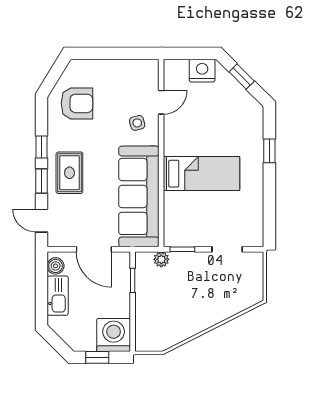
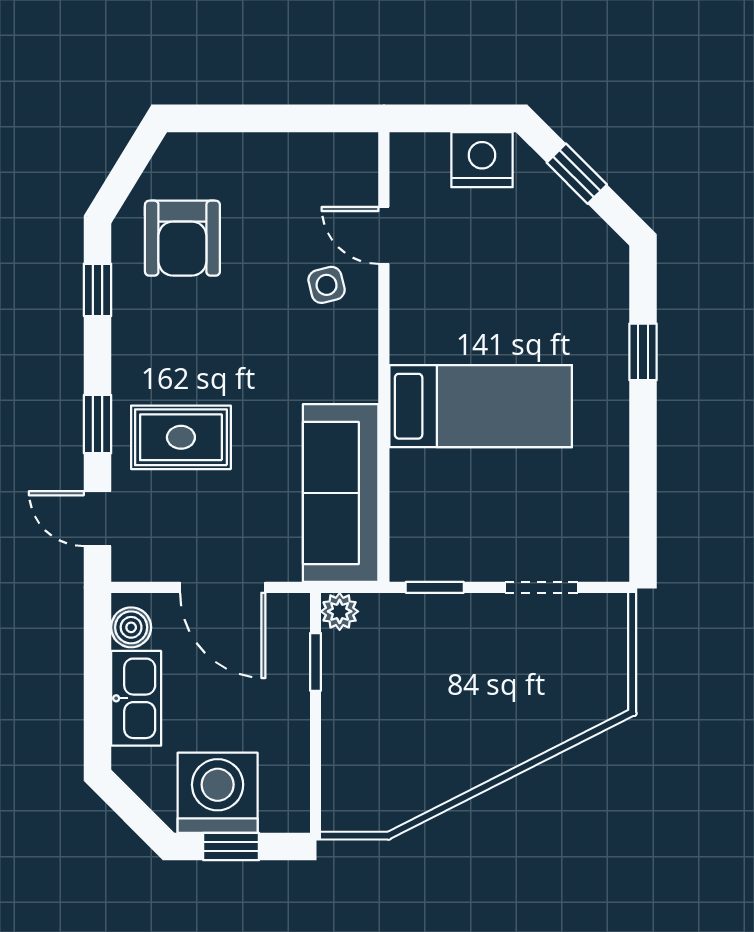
door: (161, 102) -> (384, 235), swing flipped
armchair: (77, 103) -> (182, 238), turned 90
window: (41, 147) -> (97, 290), moved
rug: (69, 173) -> (181, 437), moved, turned 90
sofa: (139, 196) -> (341, 493), width x0.74, depth x0.79
plant: (161, 259) -> (340, 611), moved
washing machine: (114, 335) -> (218, 793), moved

